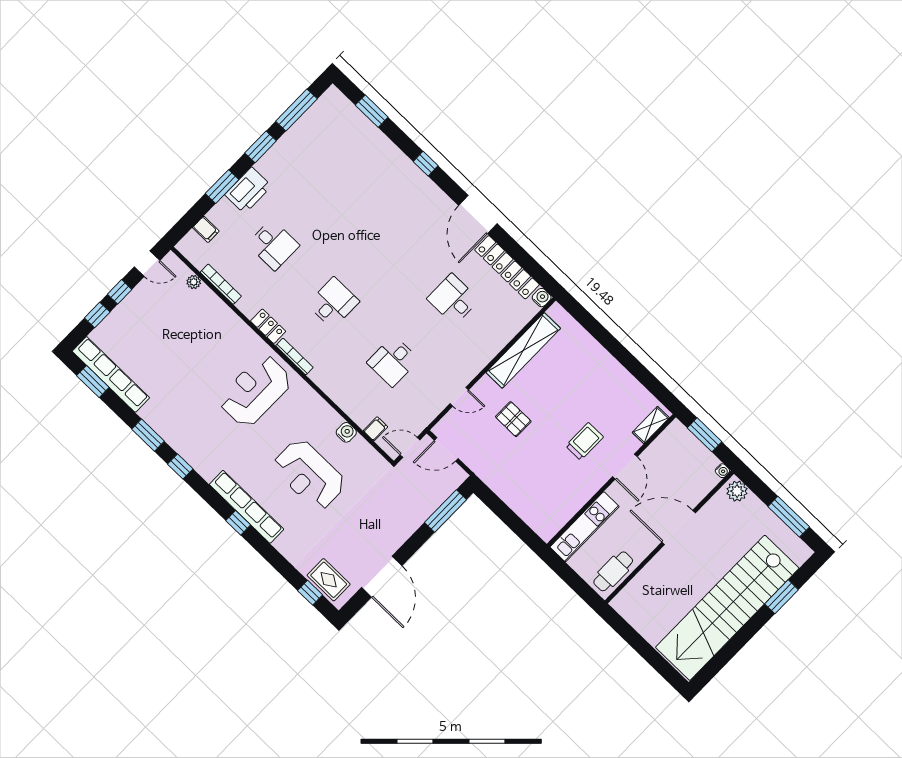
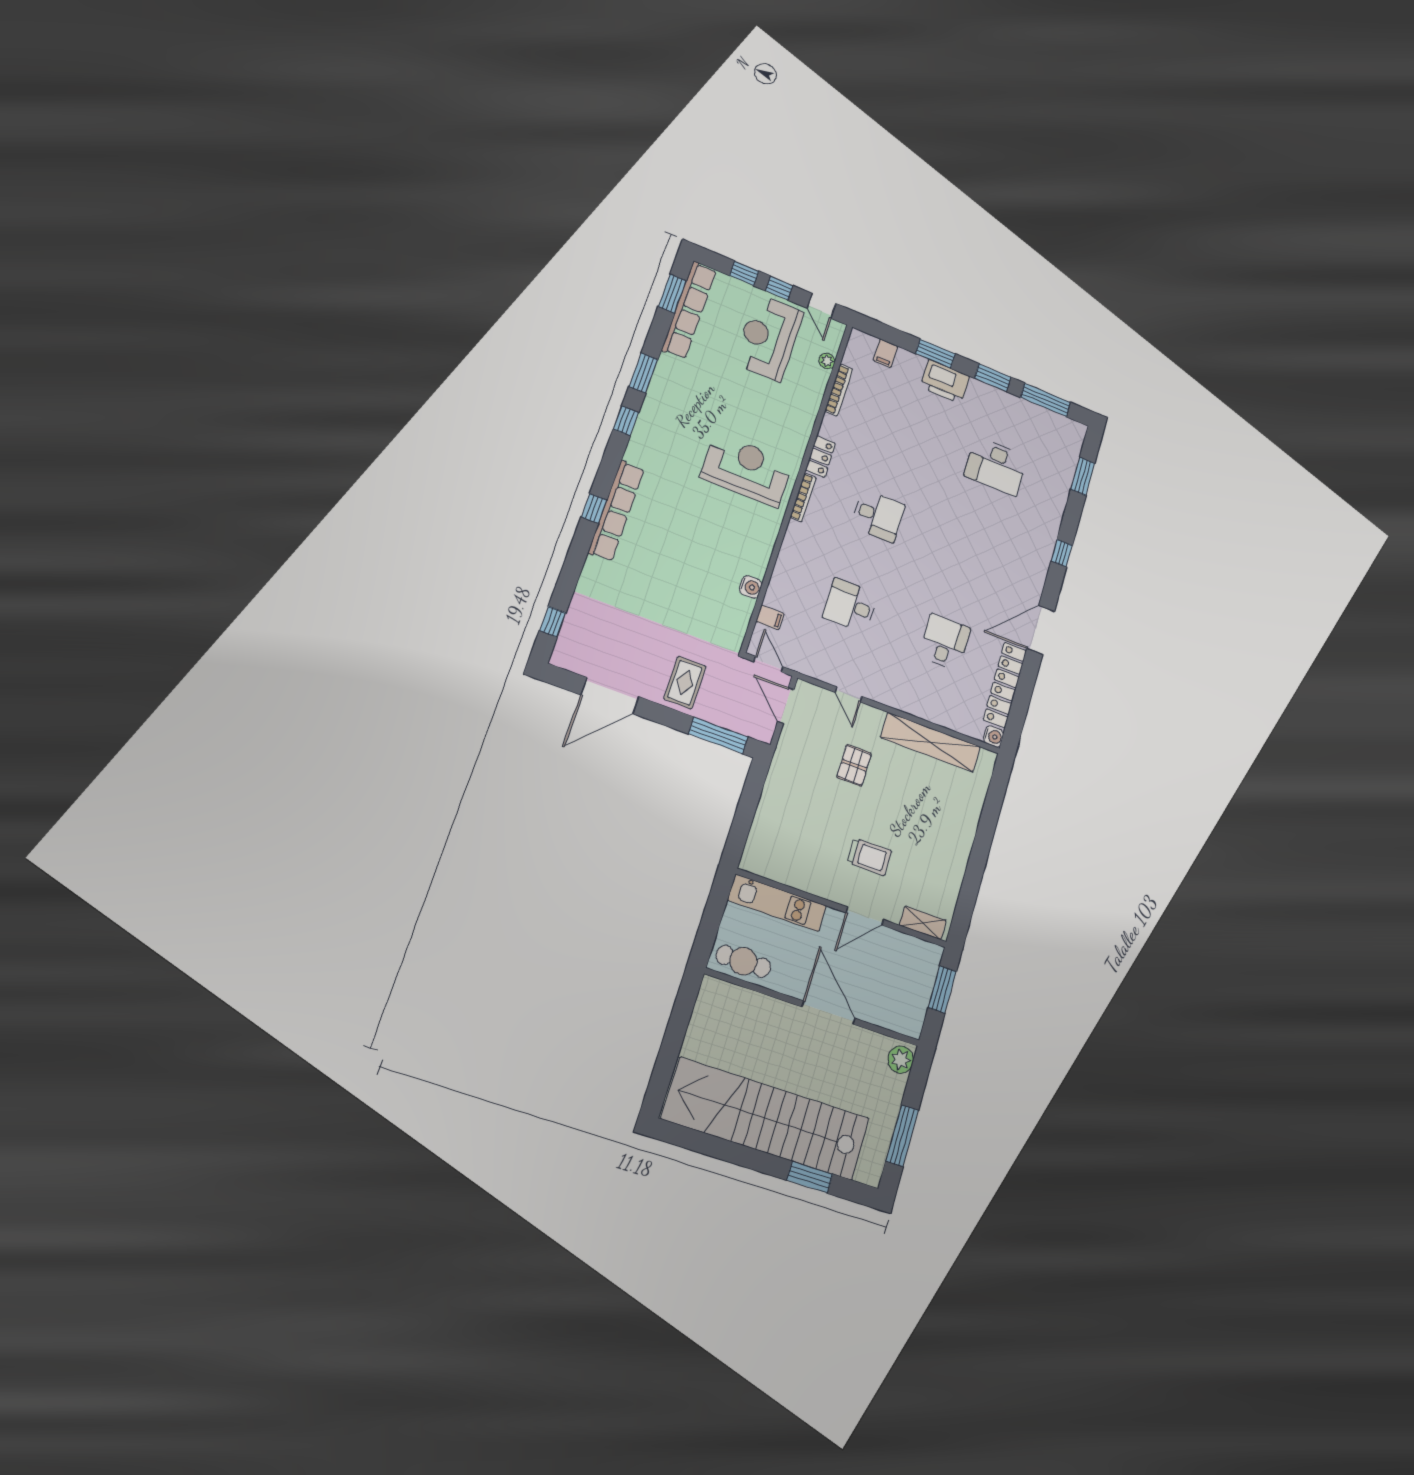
desk: (273, 245) -> (996, 466), moved, width x1.37
water cooler: (722, 471) -> (914, 1031), removed
reception desk: (309, 475) -> (769, 338), moved
rug: (329, 580) -> (685, 683), moved

